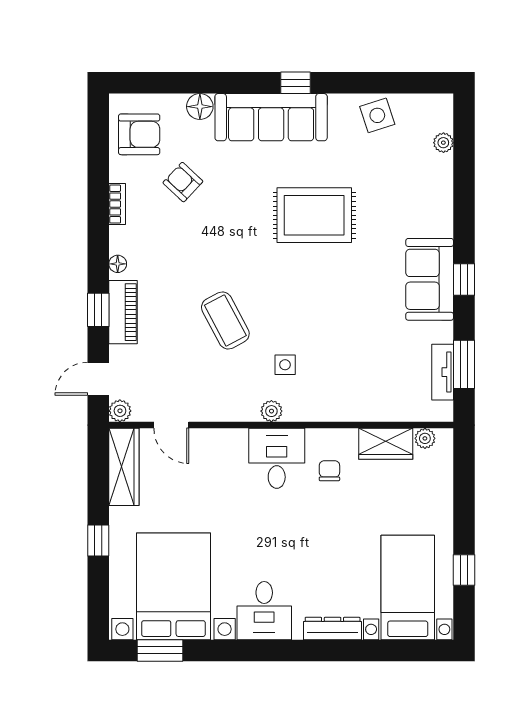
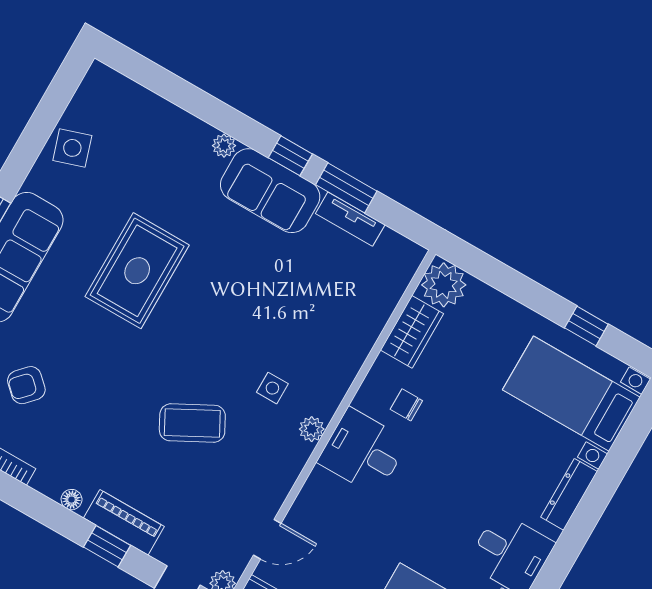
plant: (443, 143) -> (224, 146), moved
window: (464, 364) -> (346, 188), moved
tv unit: (443, 372) -> (350, 219), moved
plant: (425, 438) -> (444, 285), width x1.87, depth x1.87

